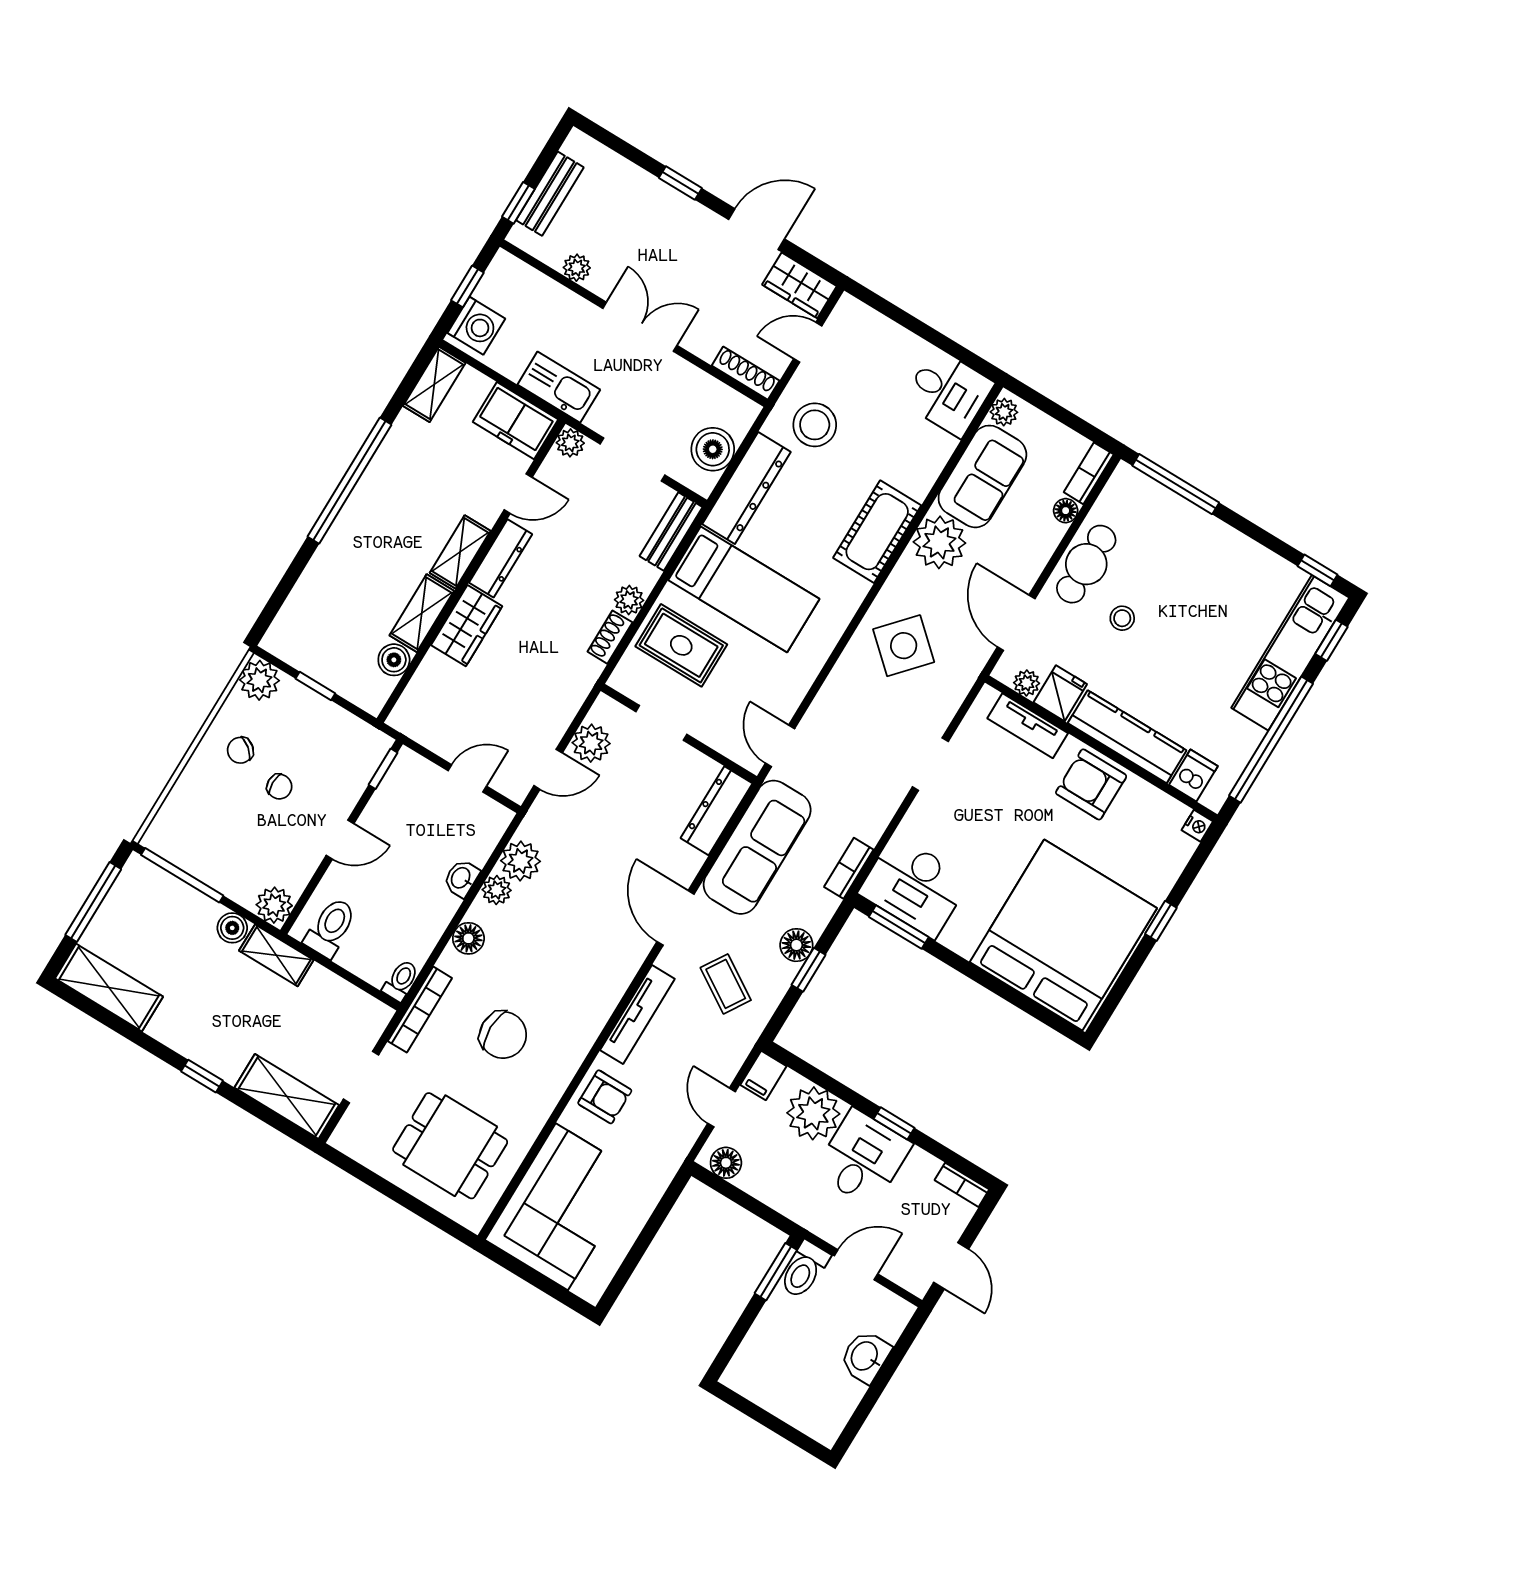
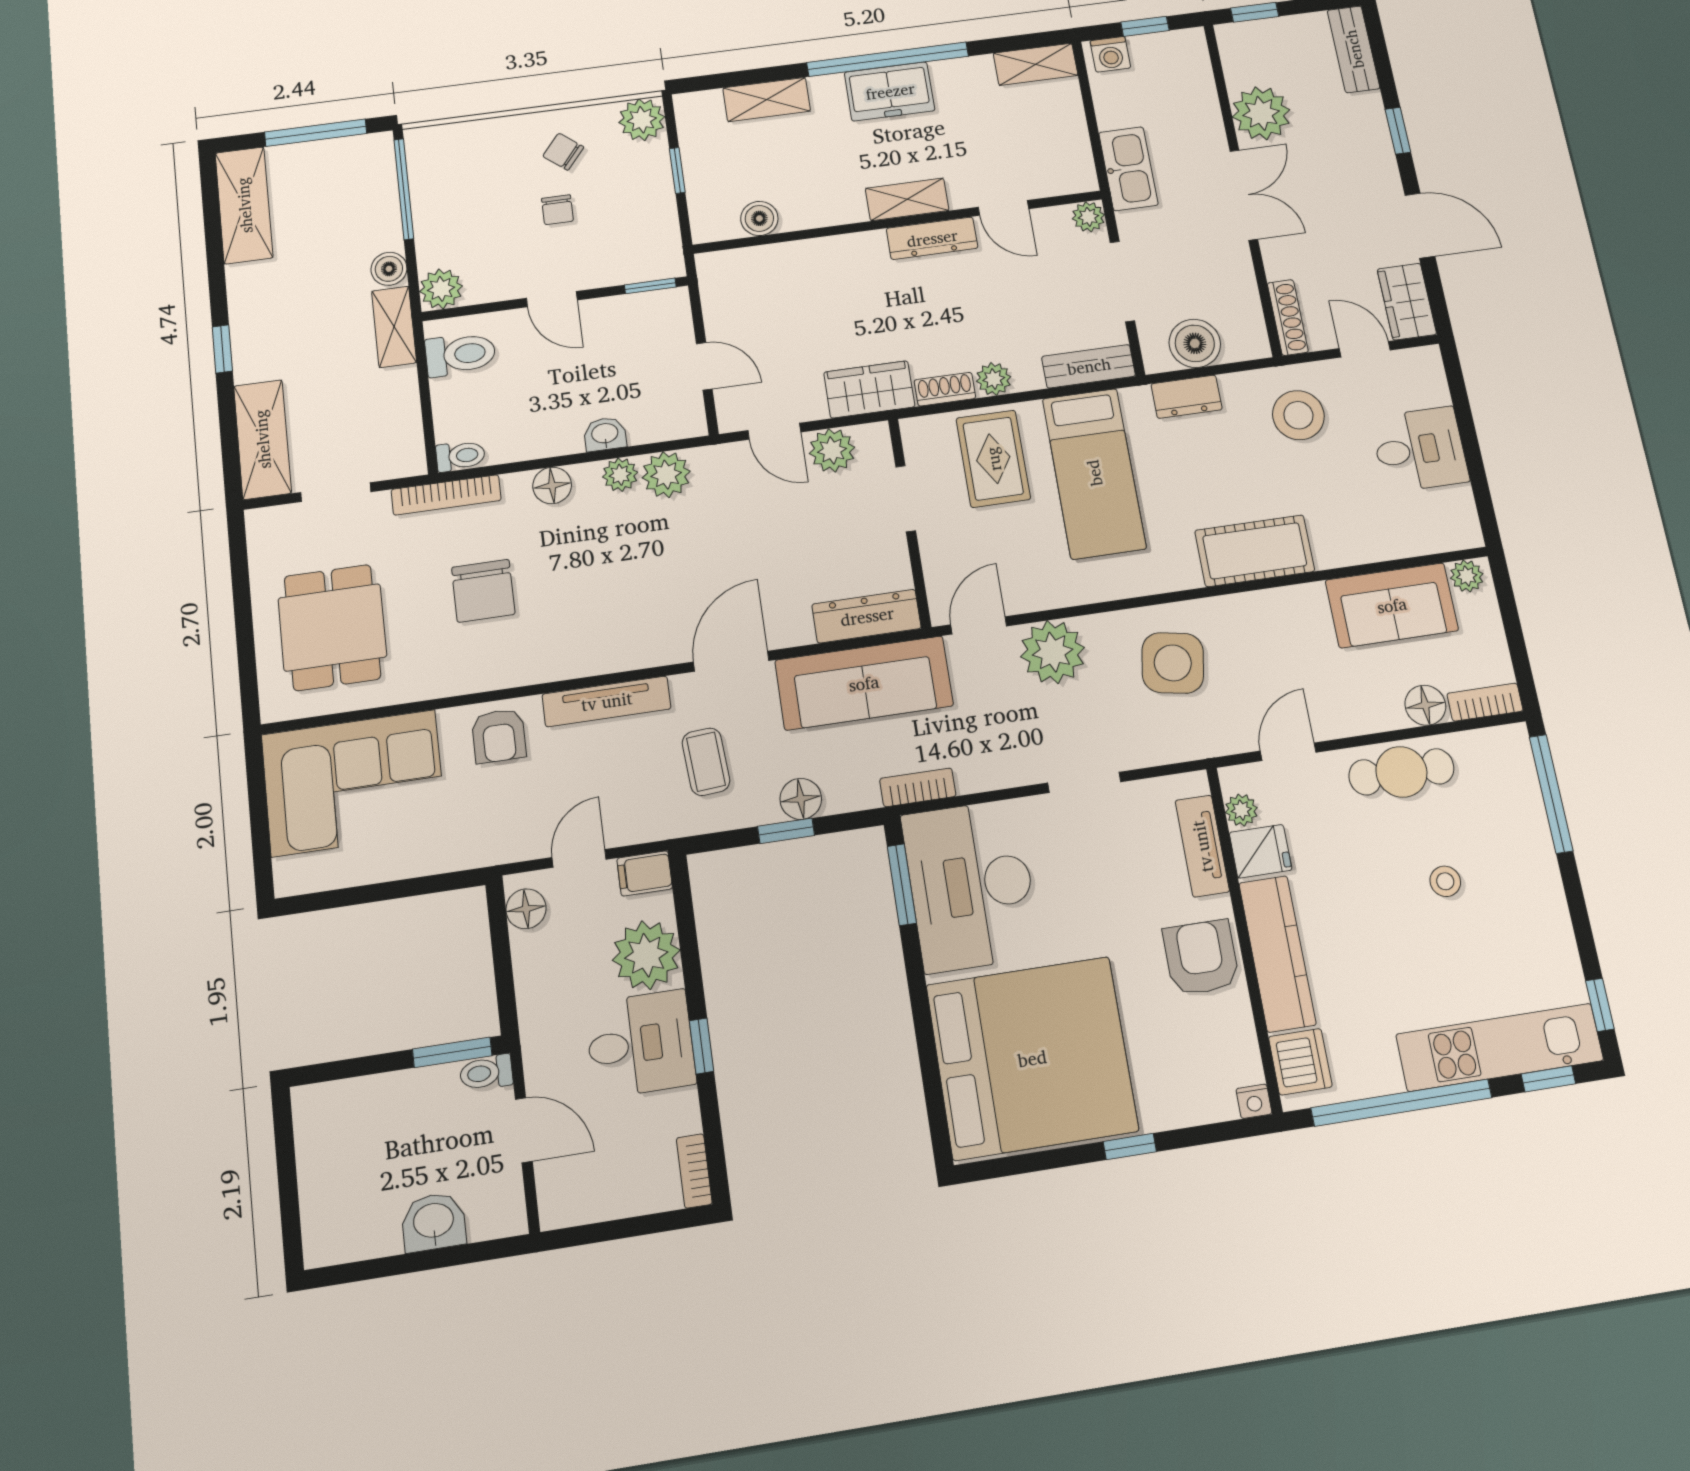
bench: (550, 194) -> (1354, 49), moved, turned 90
plant: (577, 268) -> (1261, 113), width x1.88, depth x1.88
washing machine: (476, 326) -> (1110, 54), width x0.73, depth x0.73
desk: (948, 393) -> (1420, 449), moved, turned -90
freezer: (516, 421) -> (890, 91), moved, turned -90
dresser: (746, 488) -> (1187, 397), width x0.51, depth x0.80
floor lamp: (1066, 511) -> (1425, 705), width x1.37, depth x1.37
plant: (939, 542) -> (1053, 652), moved
shelving: (422, 613) -> (767, 100), moved
stool: (1122, 618) -> (1445, 881), moved
door: (1016, 623) -> (1288, 752), width x0.73
wardrobe: (467, 626) -> (869, 389), moved, turned 180
side table: (904, 646) -> (1173, 663), turned -32
dishwasher: (1193, 775) -> (1300, 1062), width x1.38
desk: (914, 886) -> (971, 886), width x1.36, depth x1.30
coffee table: (726, 984) -> (706, 762), turned -36
door: (951, 1266) -> (601, 1232), removed
toilet: (804, 1270) -> (486, 1073), width x0.73, depth x0.72

